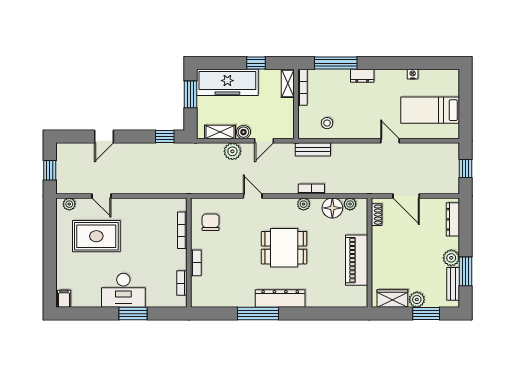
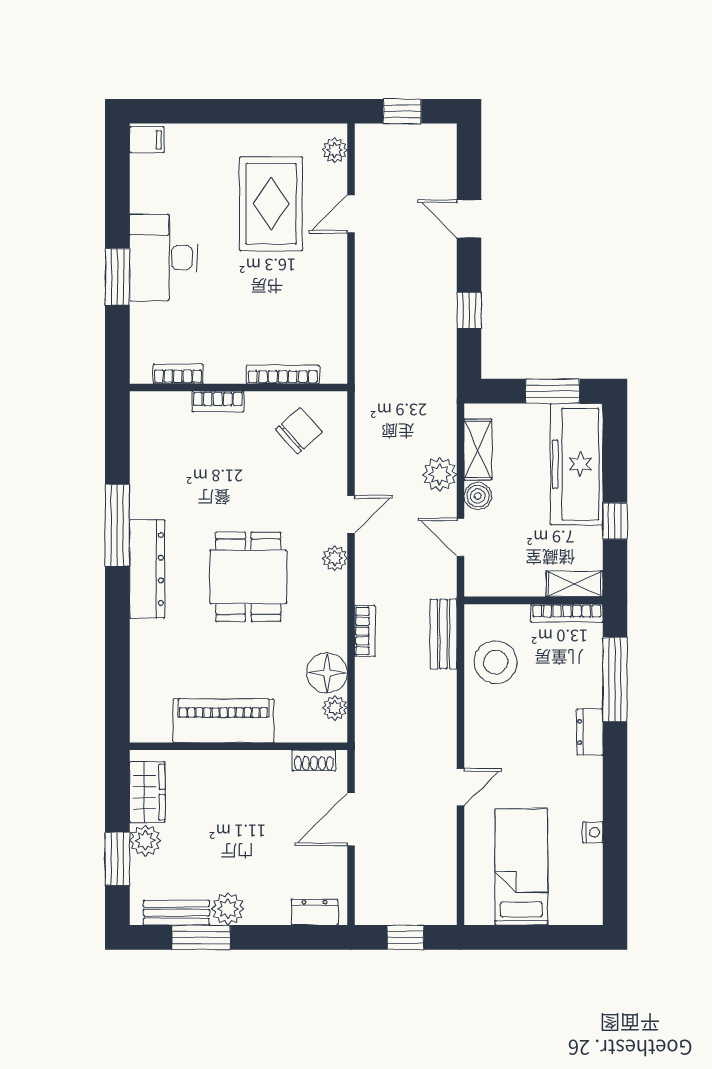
stool: (327, 123) -> (496, 662), width x1.89, depth x1.89
window: (165, 137) -> (469, 310), moved
plant: (304, 204) -> (335, 558), moved
dresser: (453, 219) -> (315, 912), width x0.70
chair: (211, 222) -> (299, 431), turned -42

